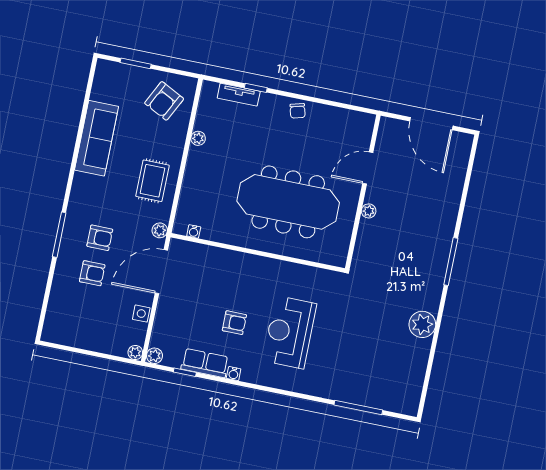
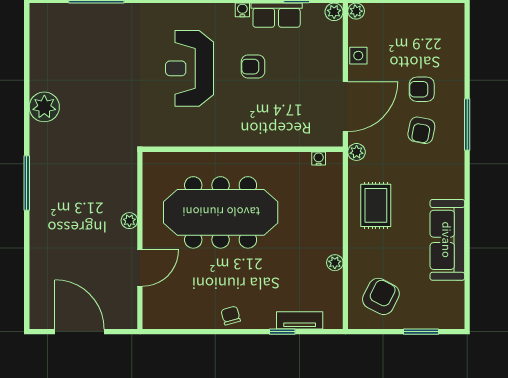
armchair: (100, 238) -> (421, 130), turned -79
reception desk: (290, 332) -> (190, 68), turned 180

